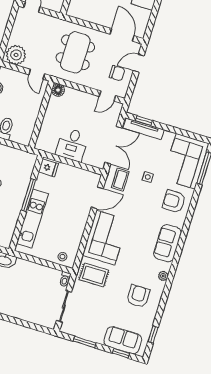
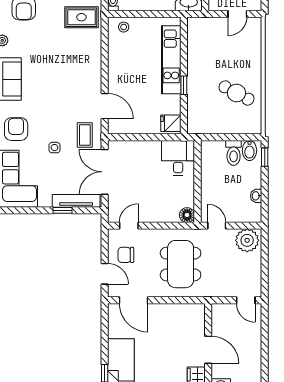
door: (139, 63) -> (105, 274), hinge flipped
window: (144, 121) -> (63, 210), moved
desk: (72, 145) -> (178, 158), moved
window: (29, 195) -> (184, 85), width x0.46
door: (97, 198) -> (105, 106), swing flipped
armchair: (174, 201) -> (16, 129), turned -90
corner sofa: (105, 238) -> (81, 64), removed

